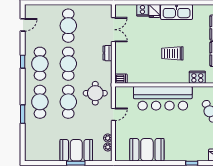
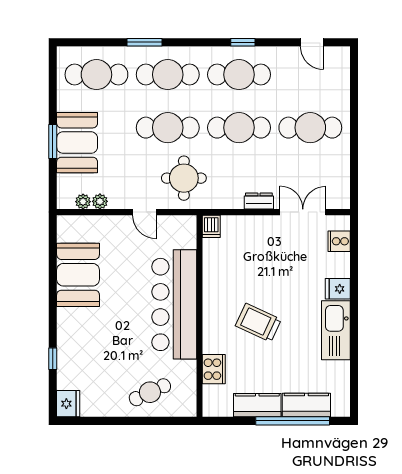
cooker: (142, 10) -> (339, 241), moved
double door: (113, 30) -> (303, 212), swing flipped
trolley: (172, 53) -> (258, 323), turned -65
cafe table: (40, 140) -> (96, 75), added

